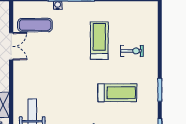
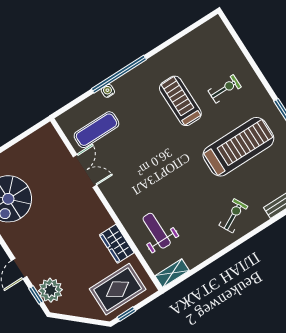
treadmill: (117, 93) -> (238, 147), width x1.37, depth x1.38

